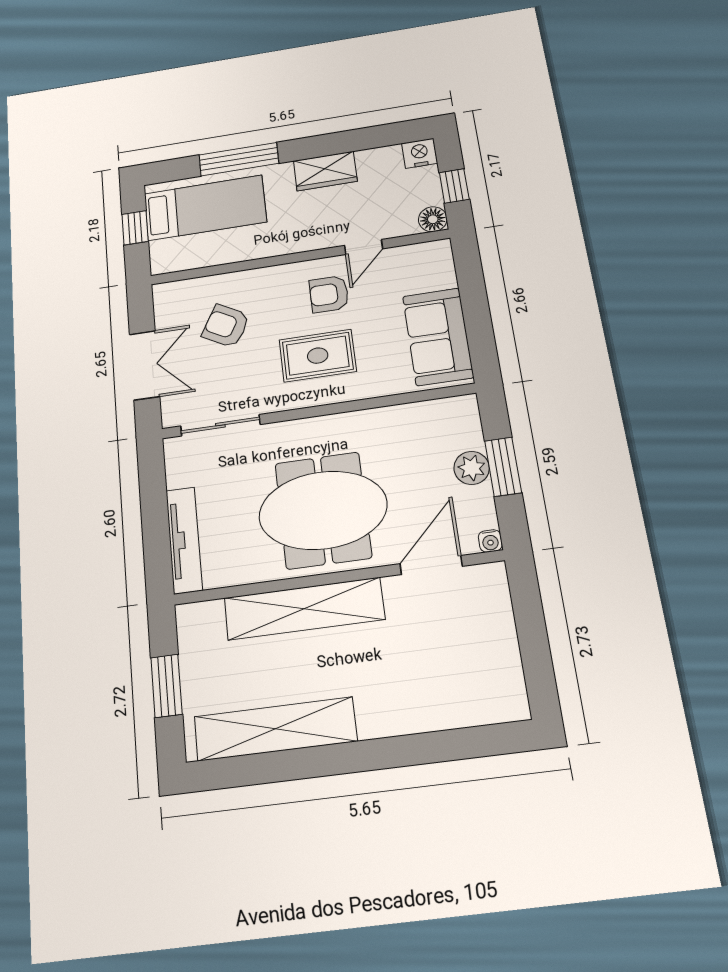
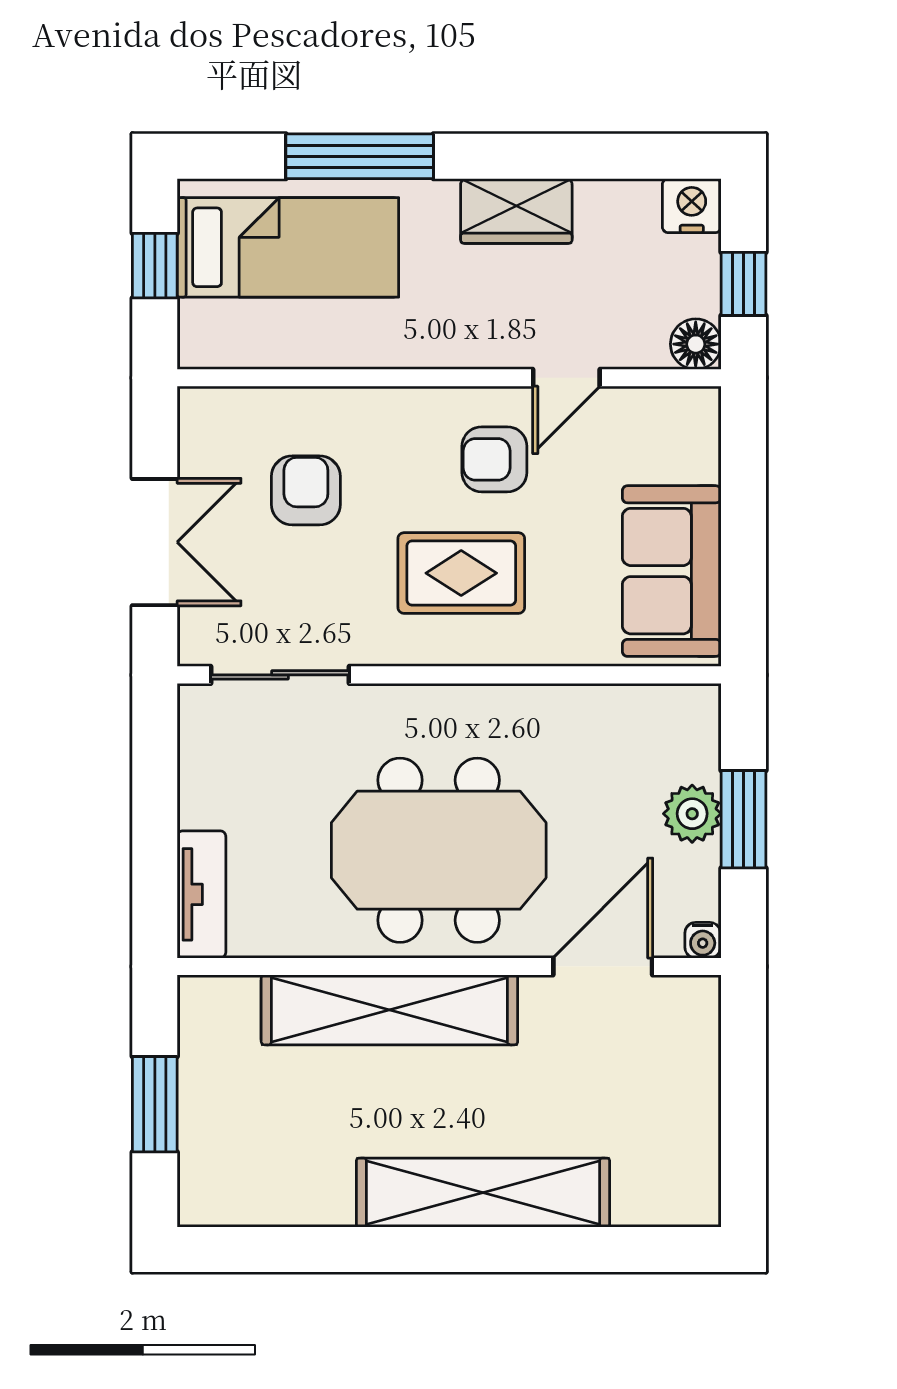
armchair: (226, 326) -> (306, 490), turned 61
tv unit: (184, 540) -> (201, 894), width x0.71
shelving: (275, 729) -> (483, 1193), moved

